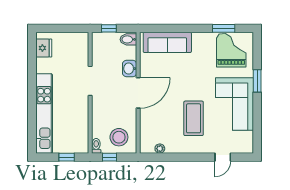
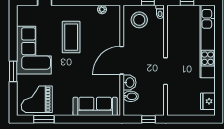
bidet: (128, 39) -> (131, 96), moved
grand piano: (231, 50) -> (37, 99), turned 90

